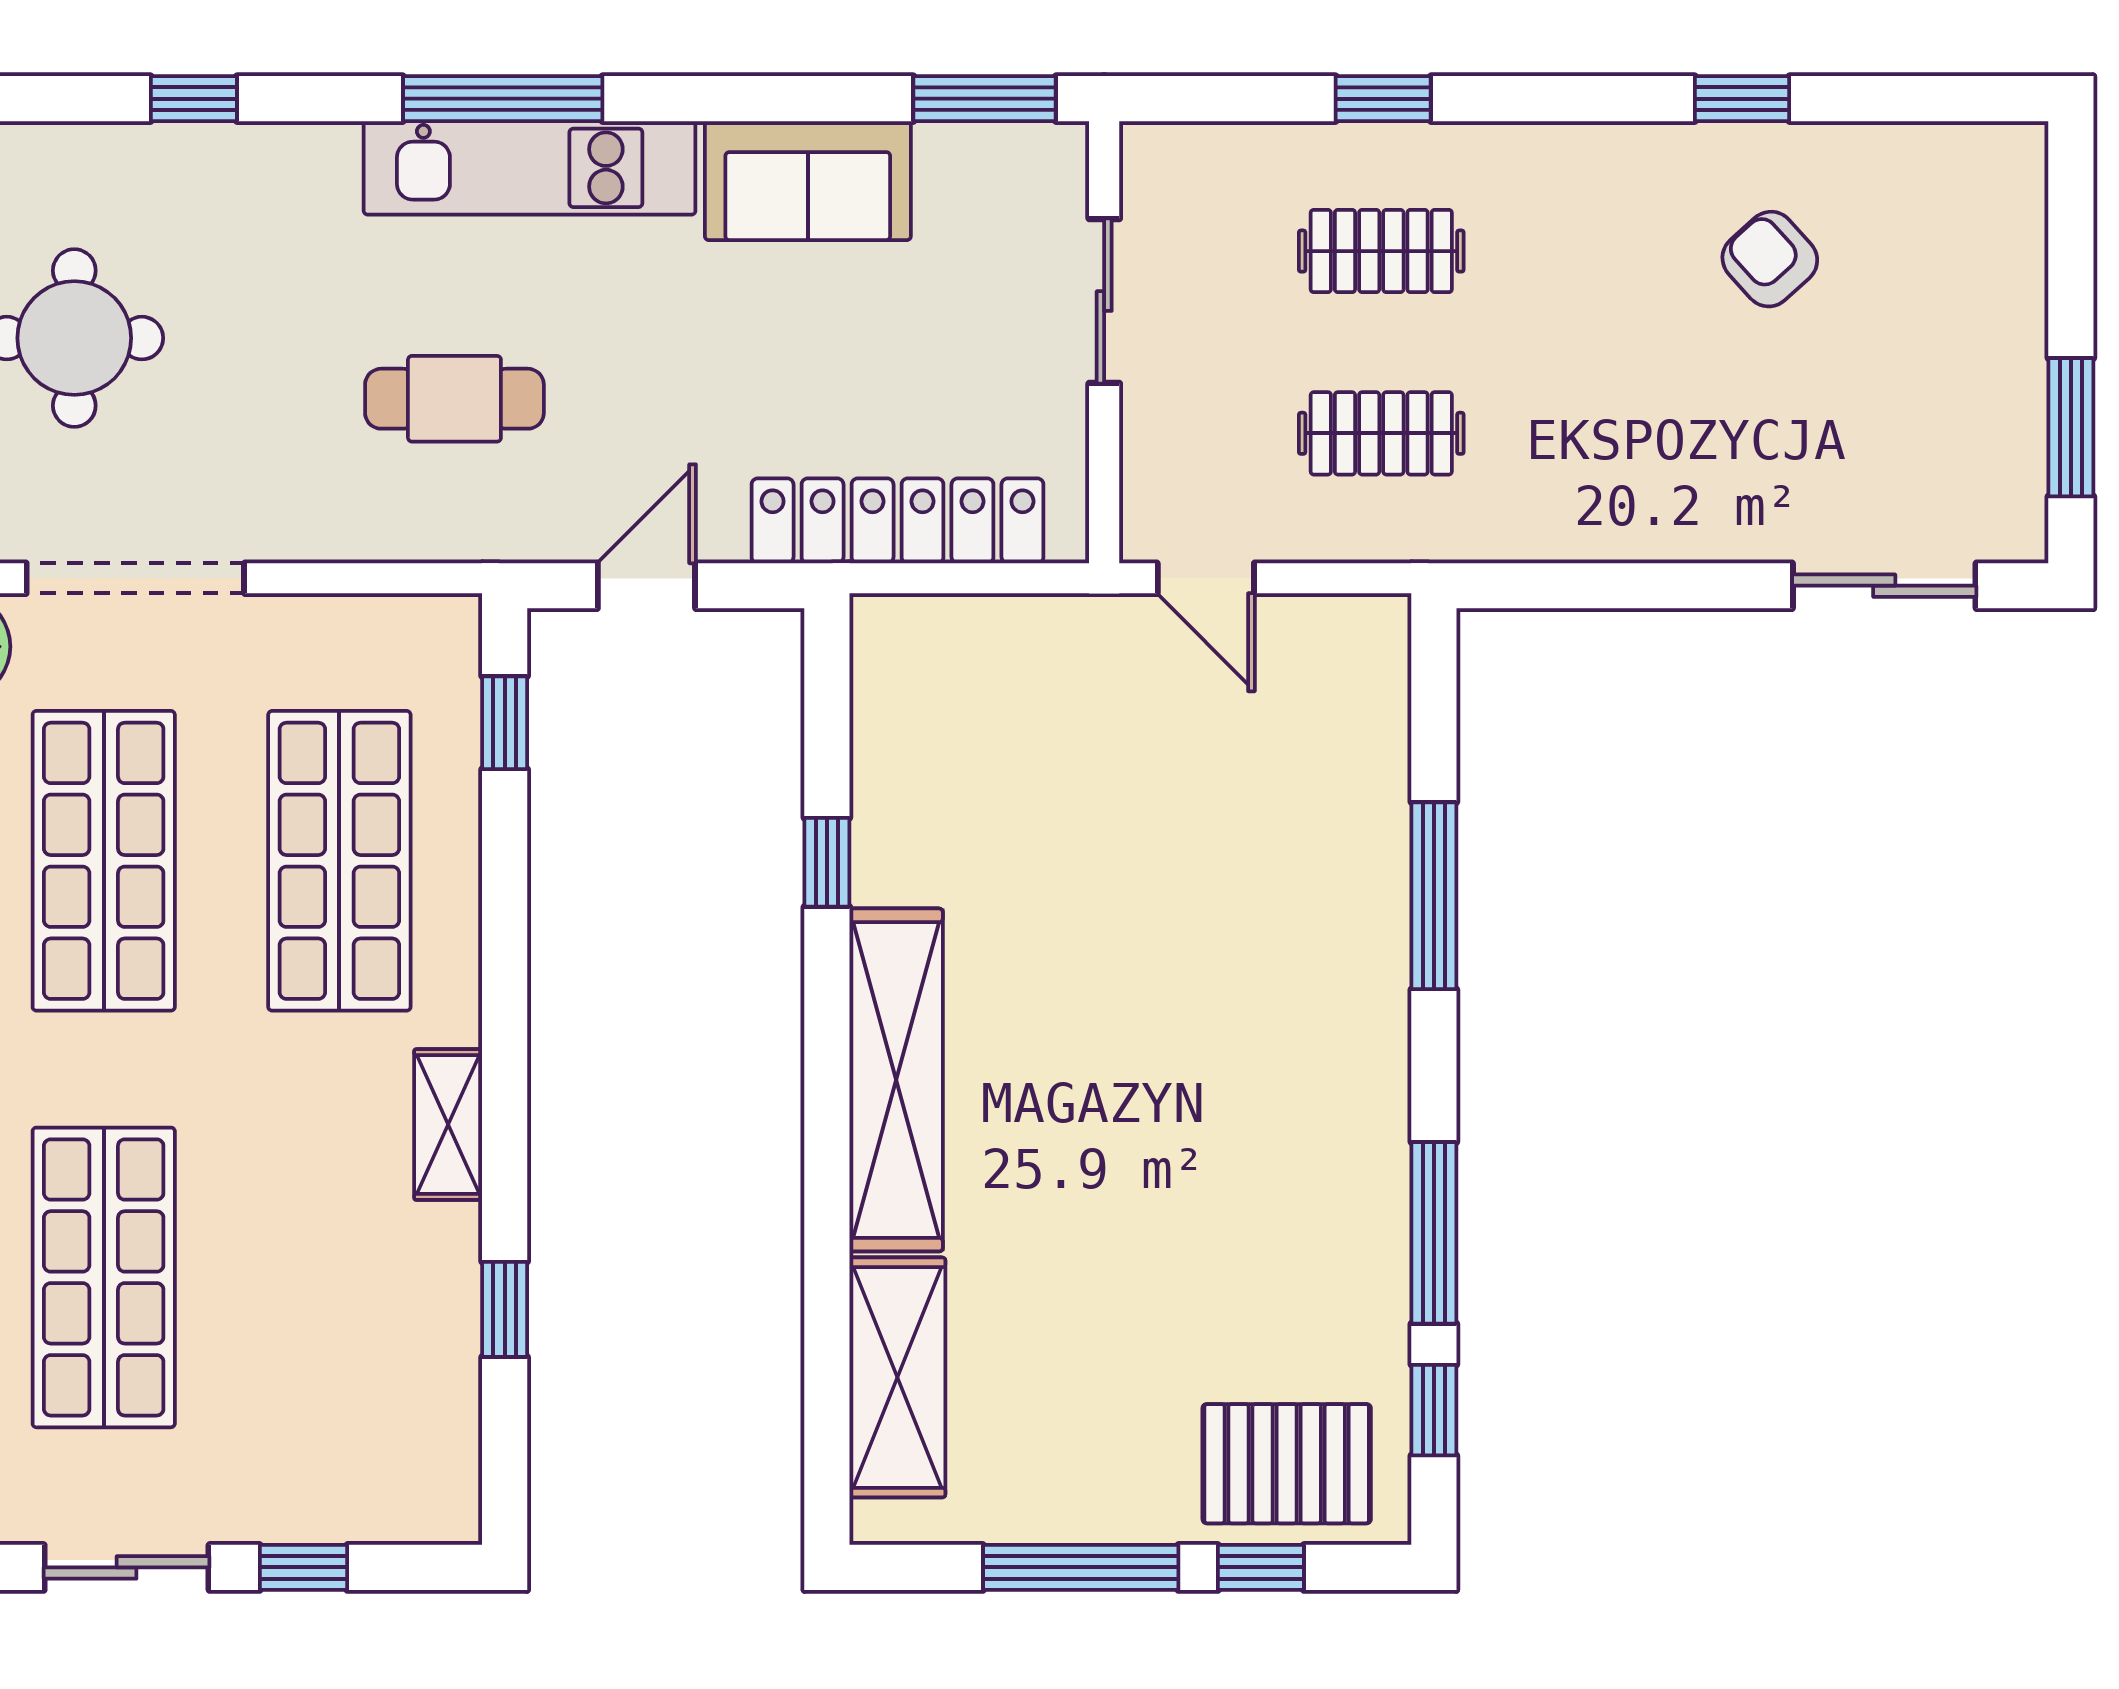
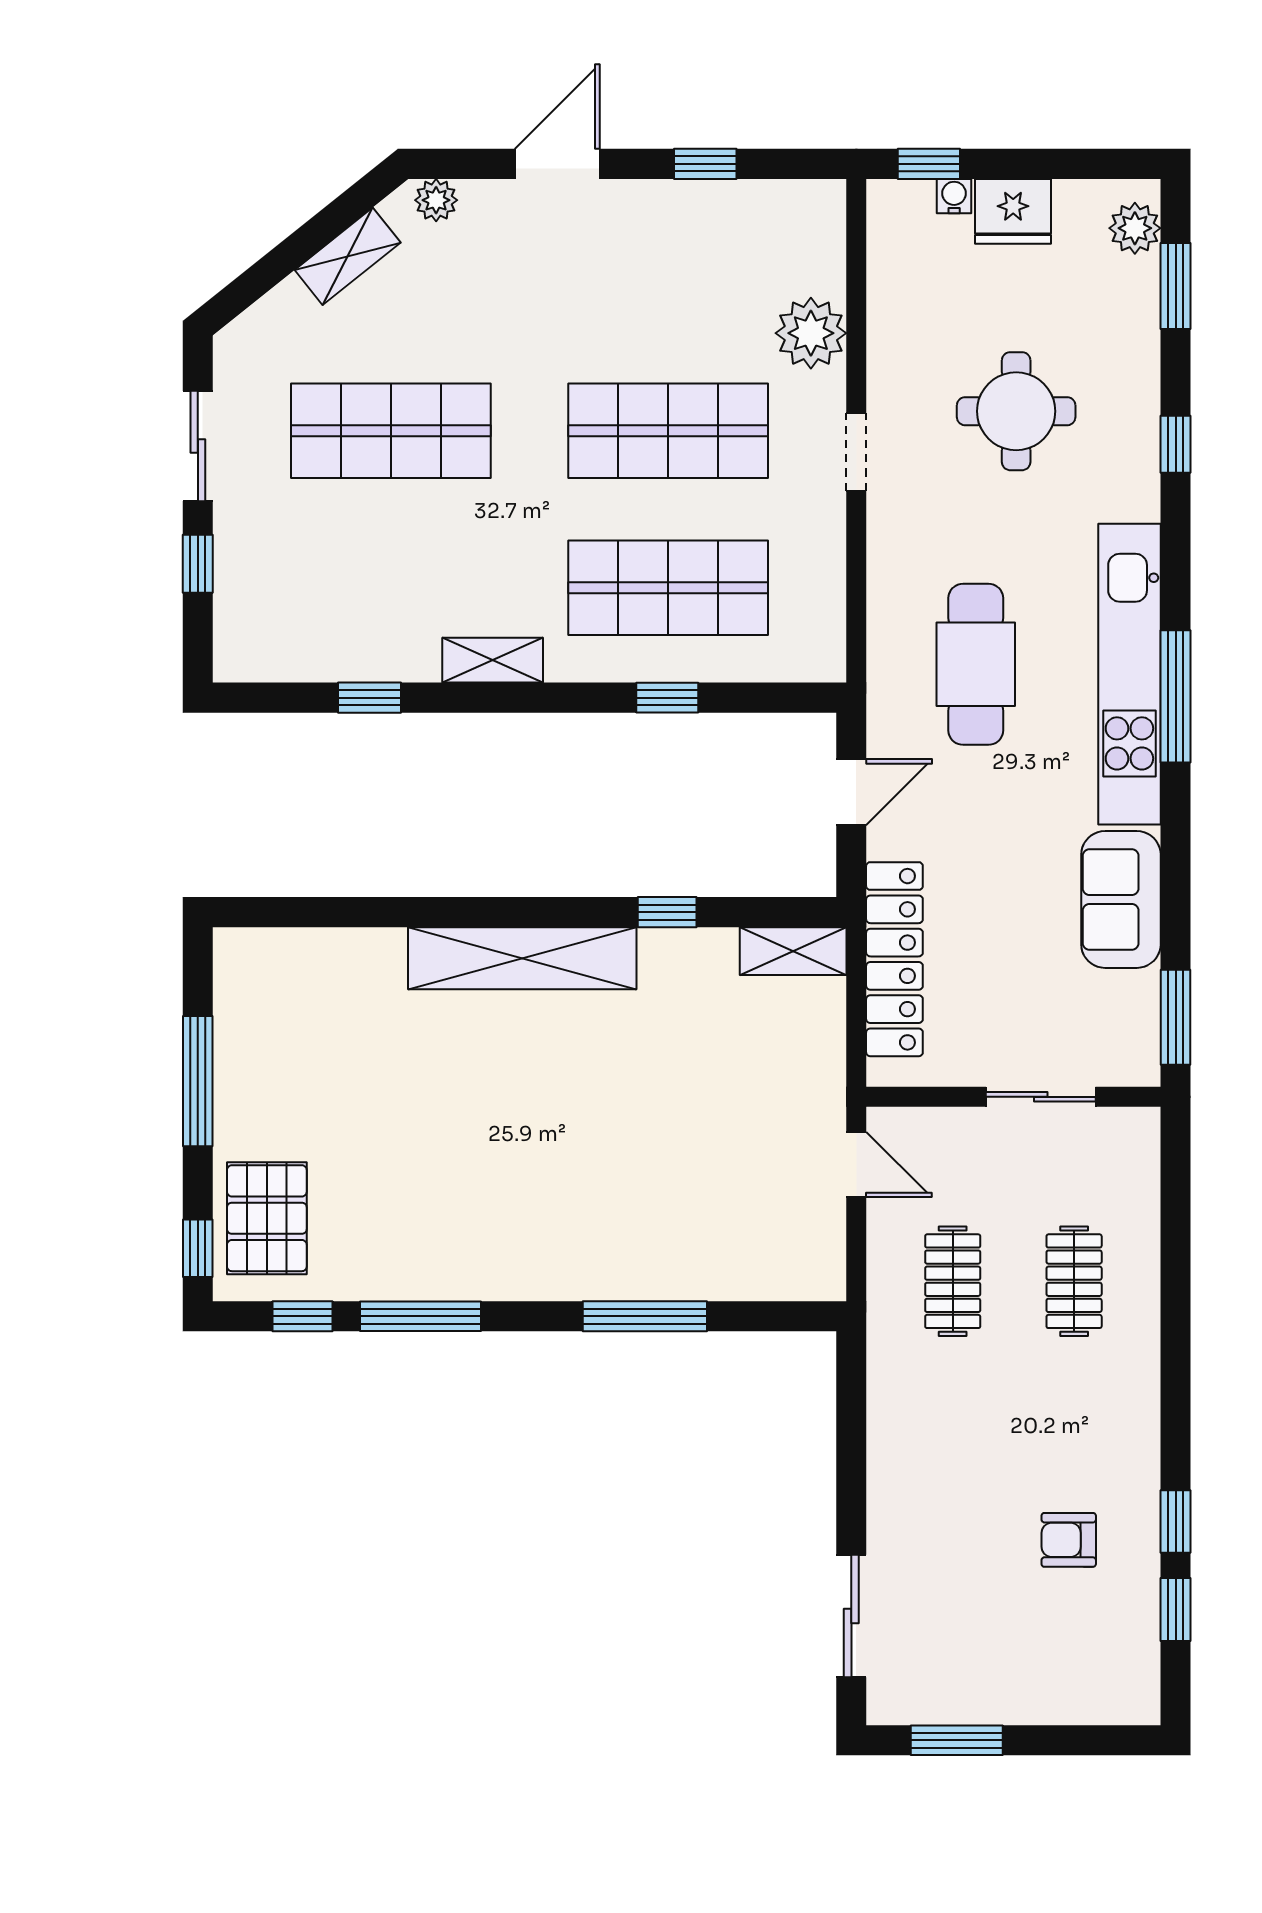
window: (194, 99) -> (1176, 444), moved
window: (1383, 99) -> (1176, 1609), moved
kitchen unit: (530, 168) -> (1129, 674), width x1.36
armchair: (1770, 259) -> (1069, 1540), turned -138
cafe table: (454, 399) -> (976, 664), width x1.37, depth x1.35
doorway: (135, 578) -> (856, 452), width x0.53
door: (1206, 578) -> (856, 1164), swing flipped
door: (646, 586) -> (851, 792), hinge flipped
window: (505, 723) -> (667, 698), moved
shelving: (897, 1377) -> (793, 951), moved, width x0.67, depth x0.75
window: (1261, 1567) -> (198, 1248), moved

